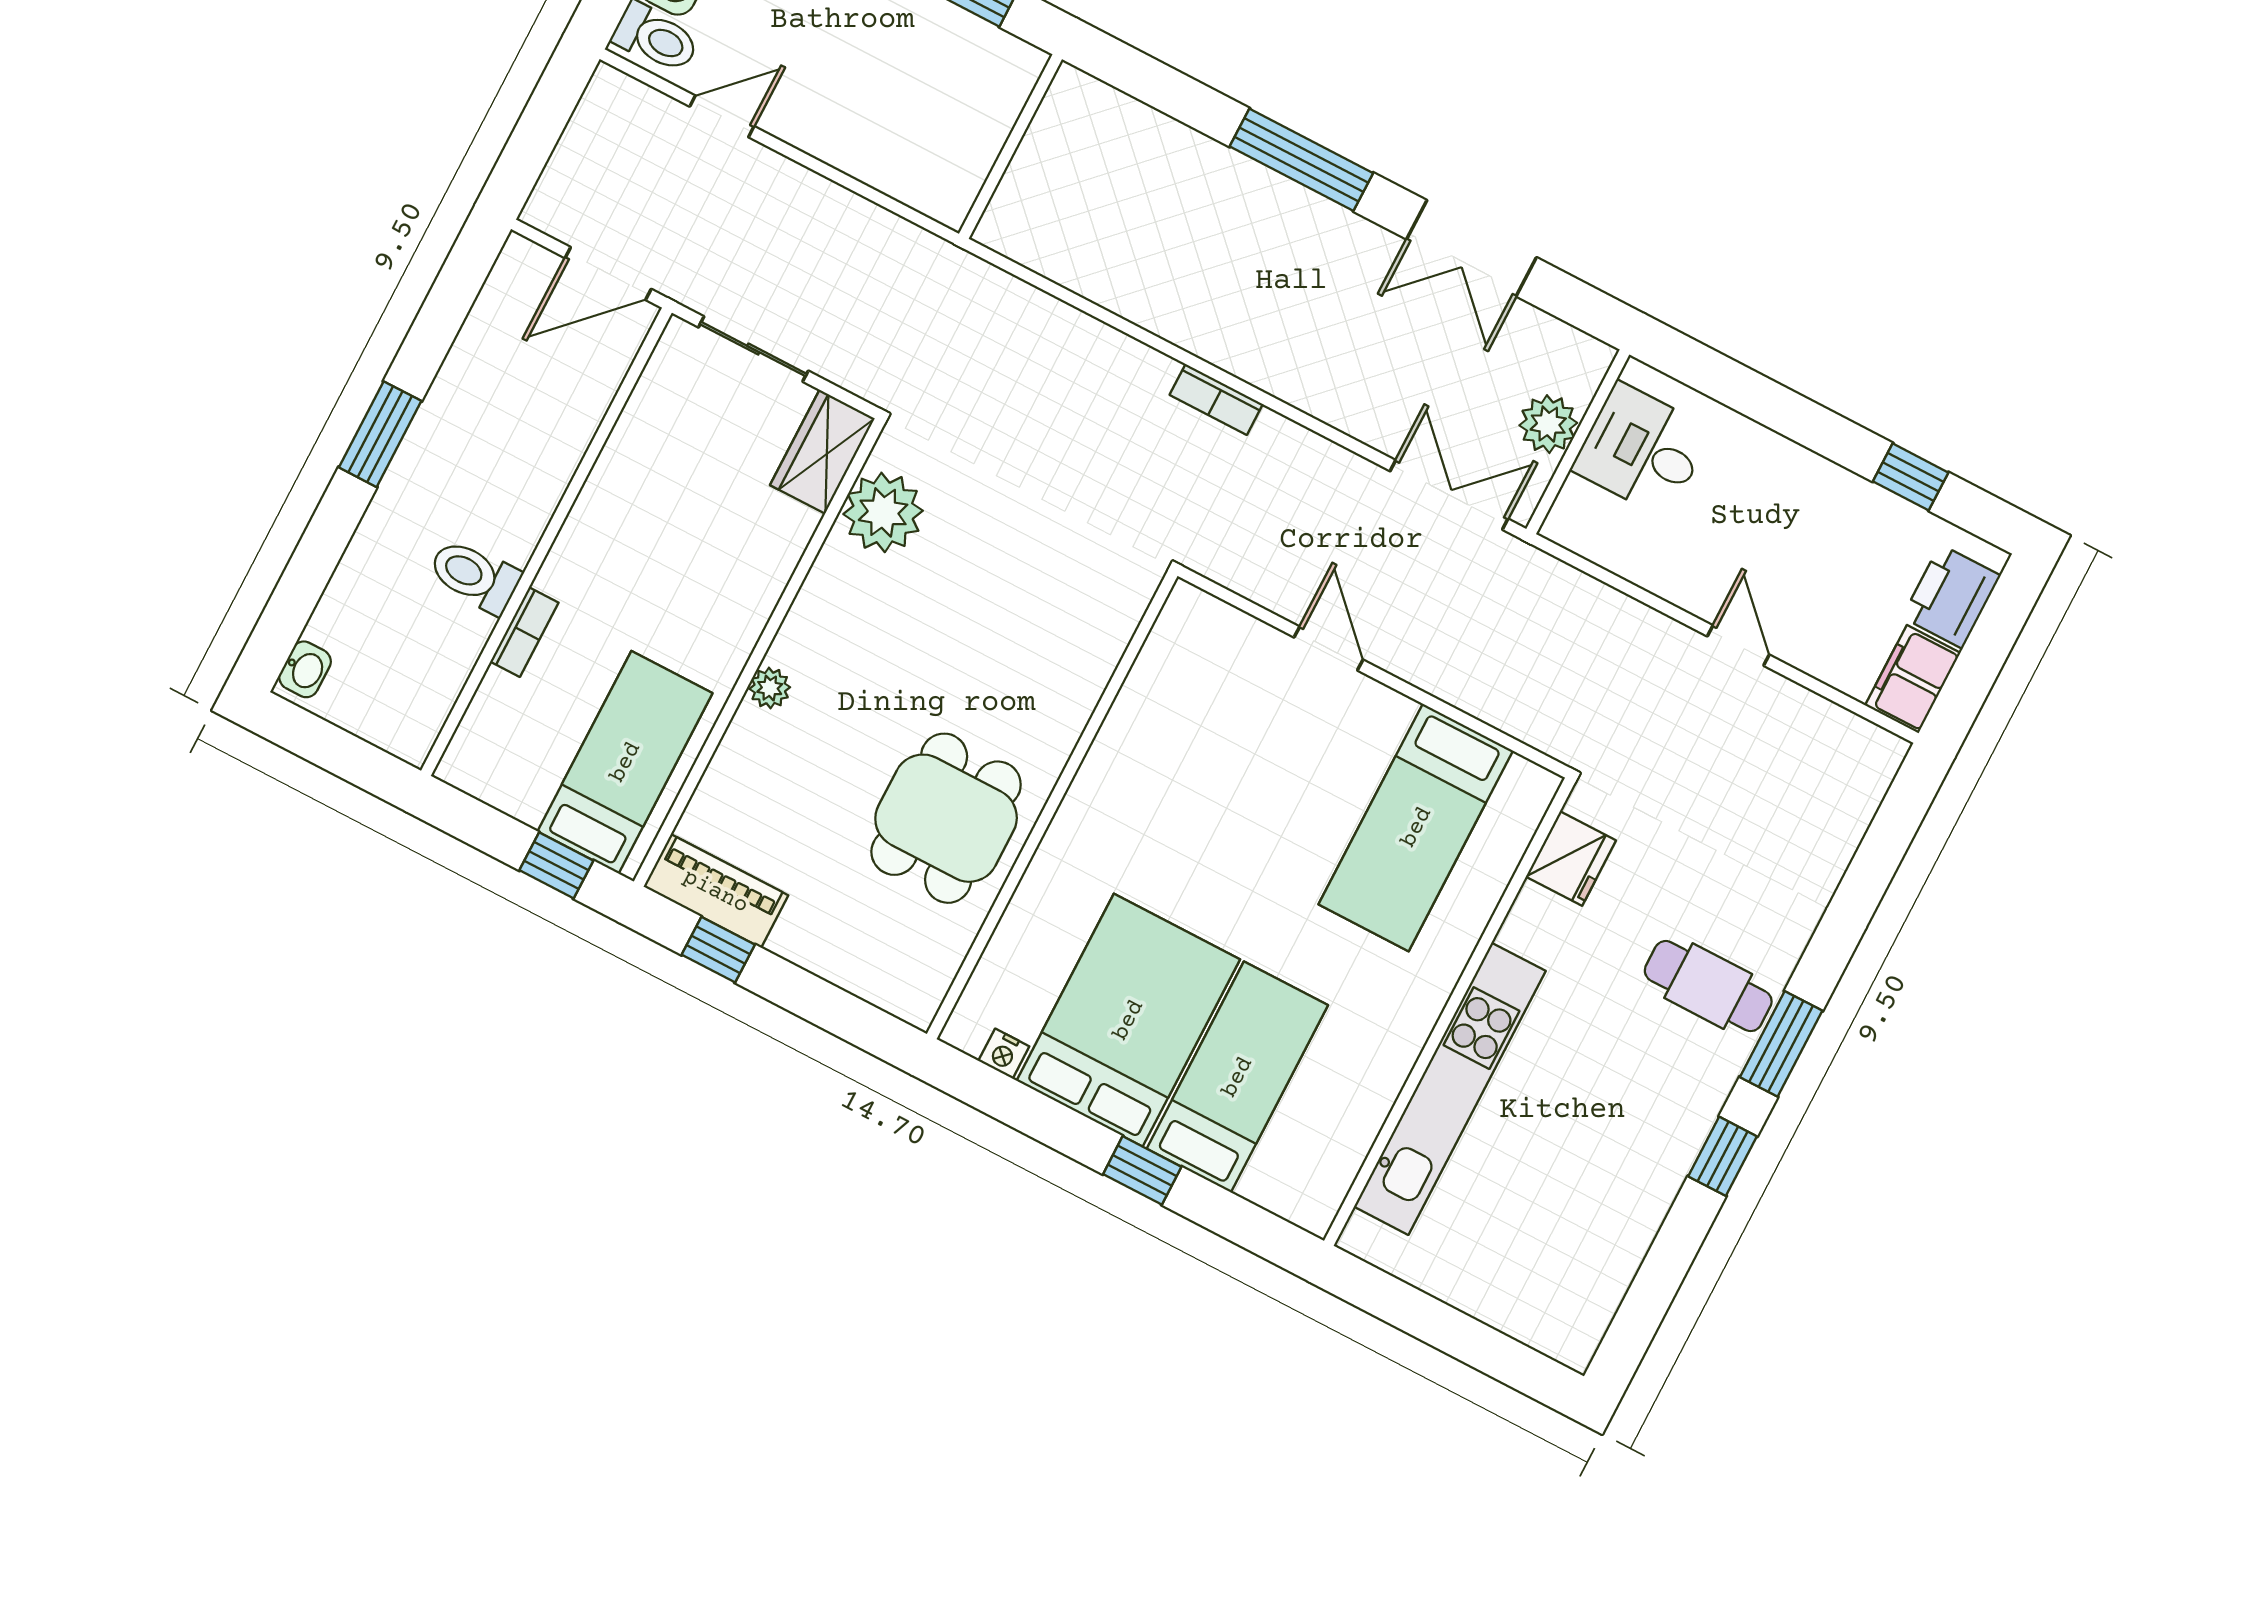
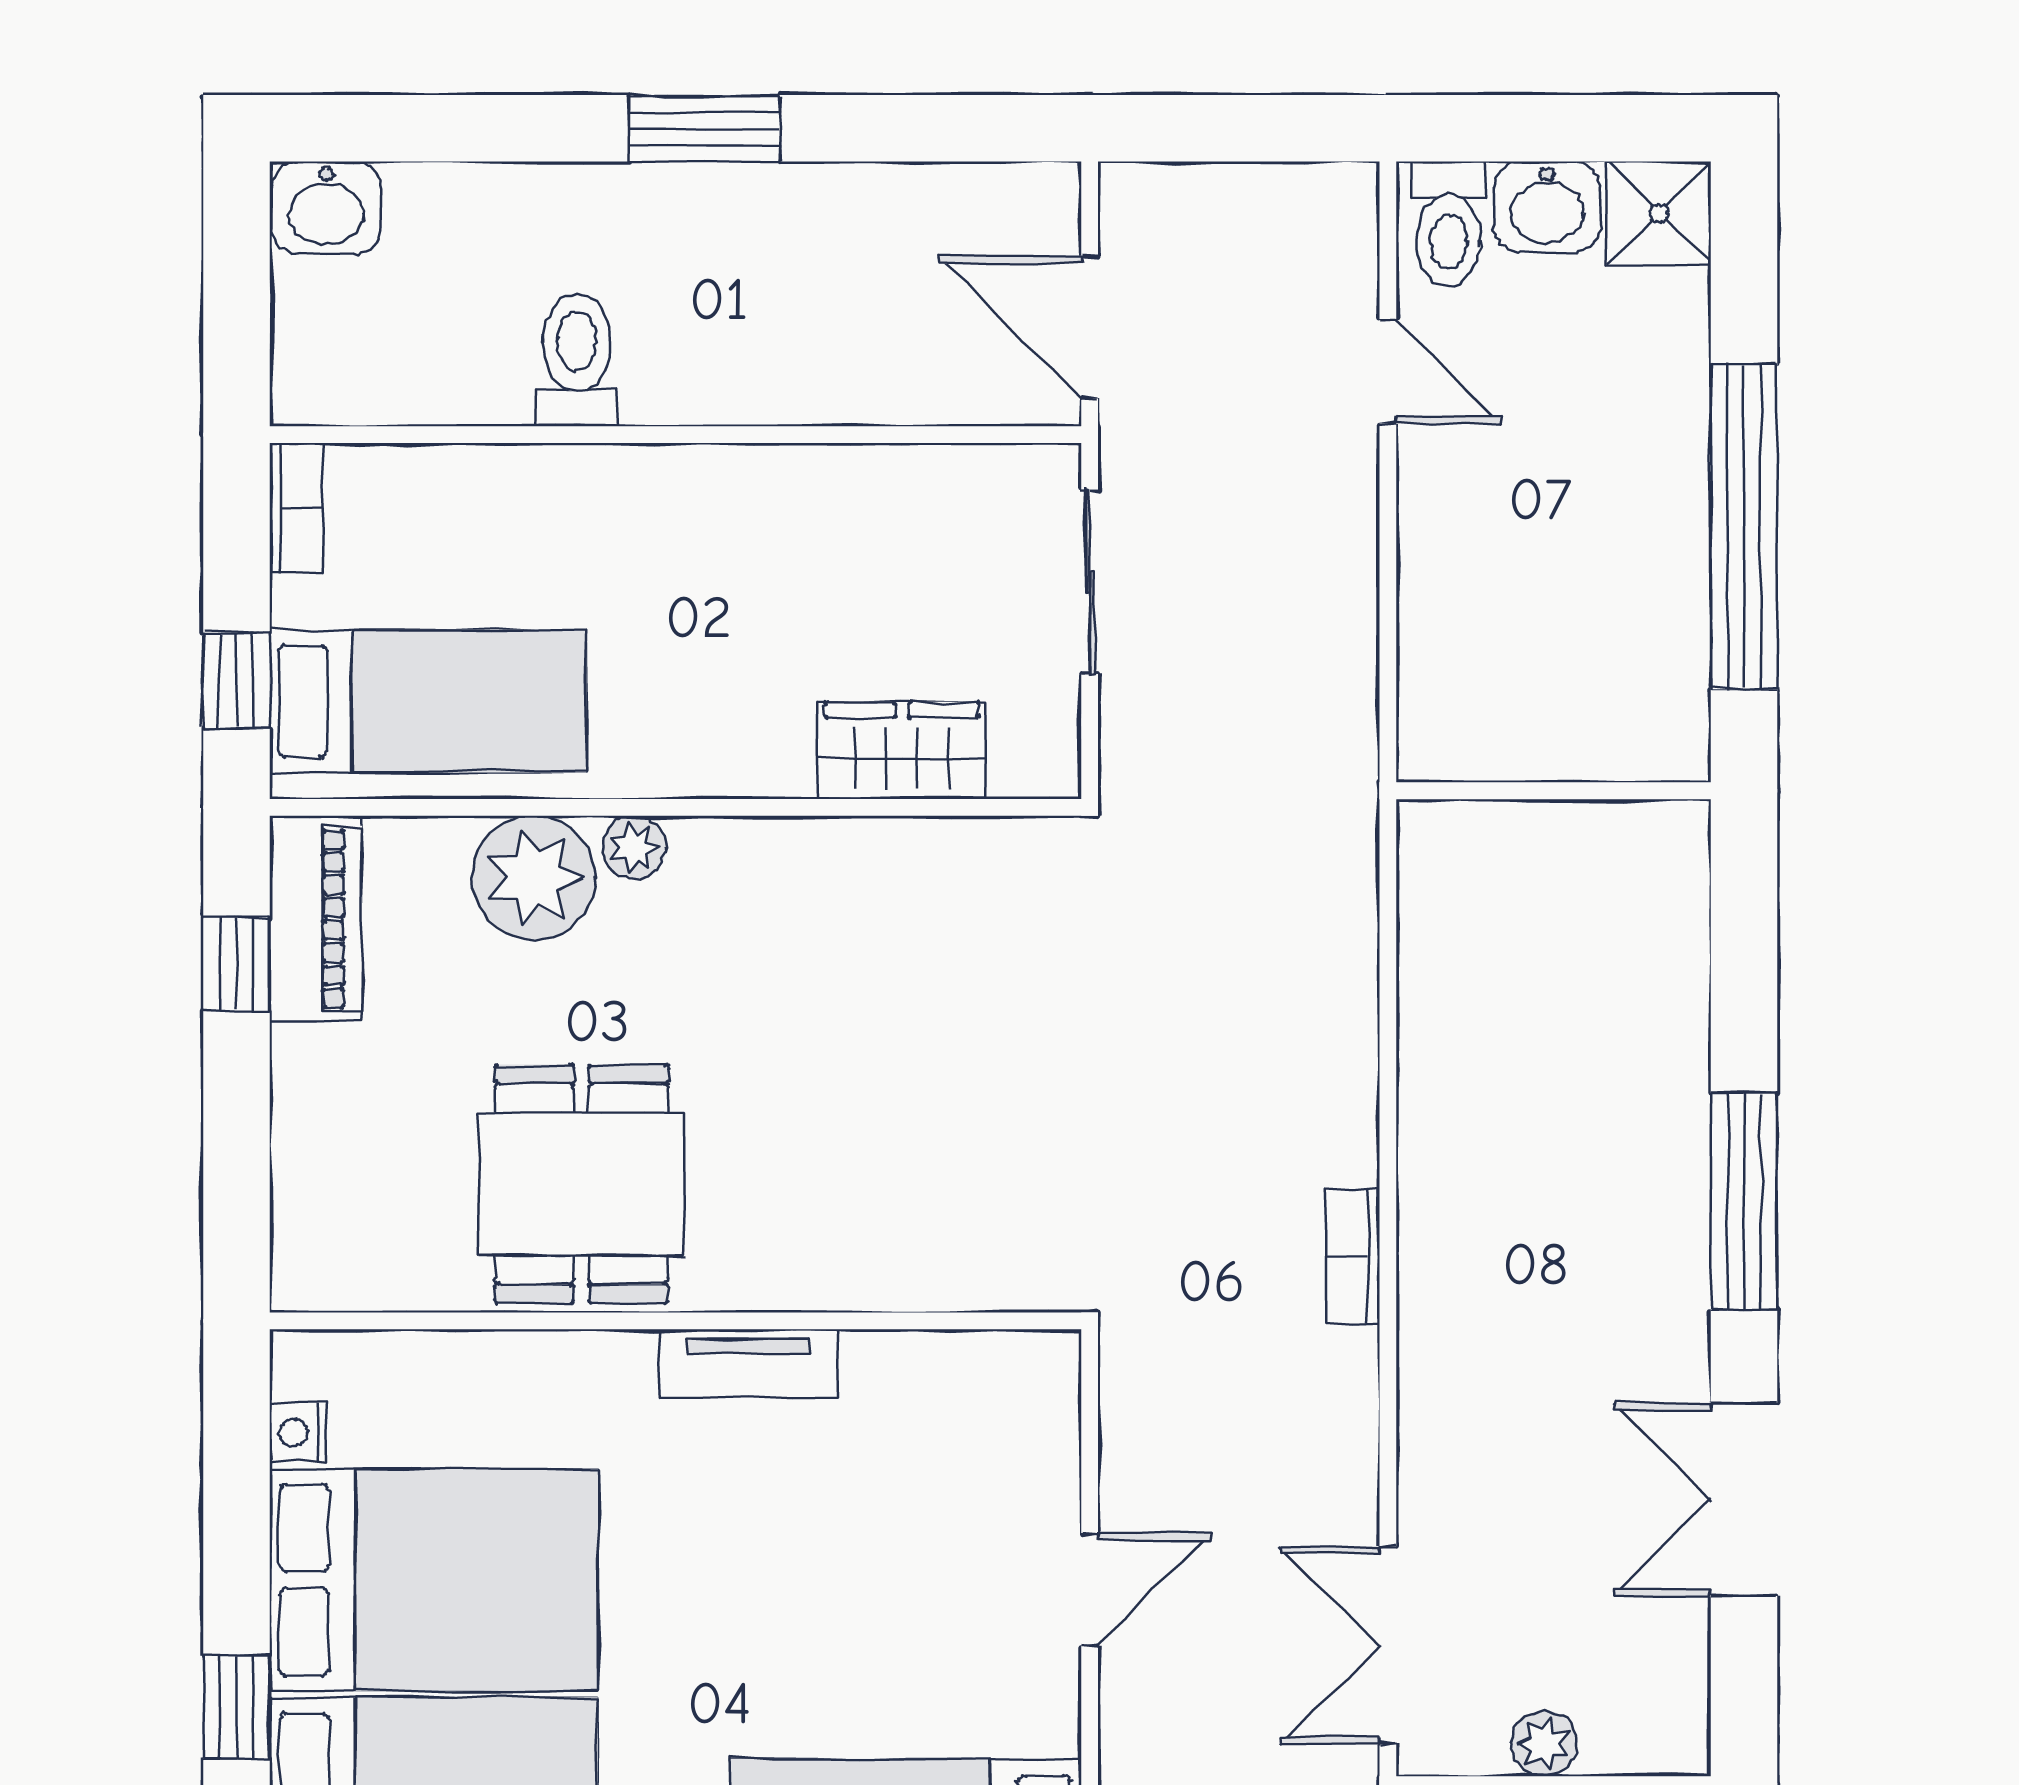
plant: (1548, 424) -> (1544, 1744), width x0.73, depth x0.73
wardrobe: (822, 452) -> (902, 751), moved
double door: (1449, 495) -> (1388, 1645), swing flipped
plant: (883, 512) -> (534, 878), moved
bookcase: (524, 632) -> (296, 508), moved, turned -90
washbasin: (305, 669) -> (326, 208), width x1.38, depth x1.45
tv unit: (1098, 776) -> (748, 1363), added
dining table: (946, 818) -> (581, 1184), turned 90

